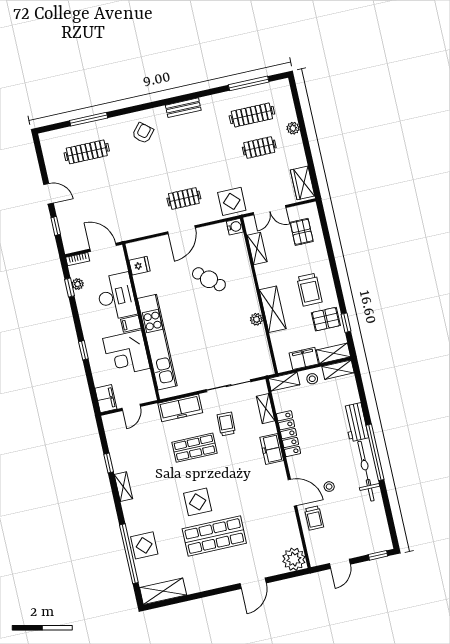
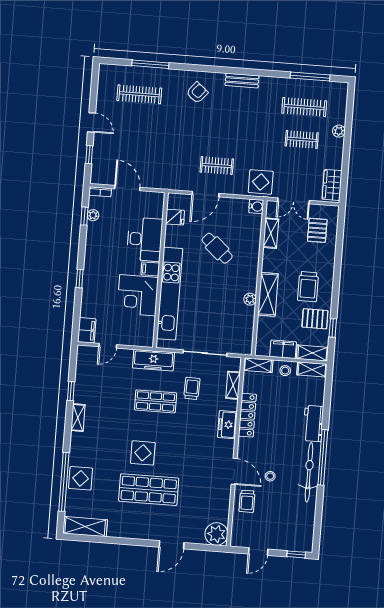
fridge: (140, 266) -> (175, 217), moved
desk: (116, 296) -> (145, 239), moved
wall: (141, 322) -> (160, 270), moved
filing cabinet: (131, 324) -> (150, 269), moved
kitchen unit: (157, 342) -> (170, 294), moved
corner desk: (126, 353) -> (138, 295), moved

